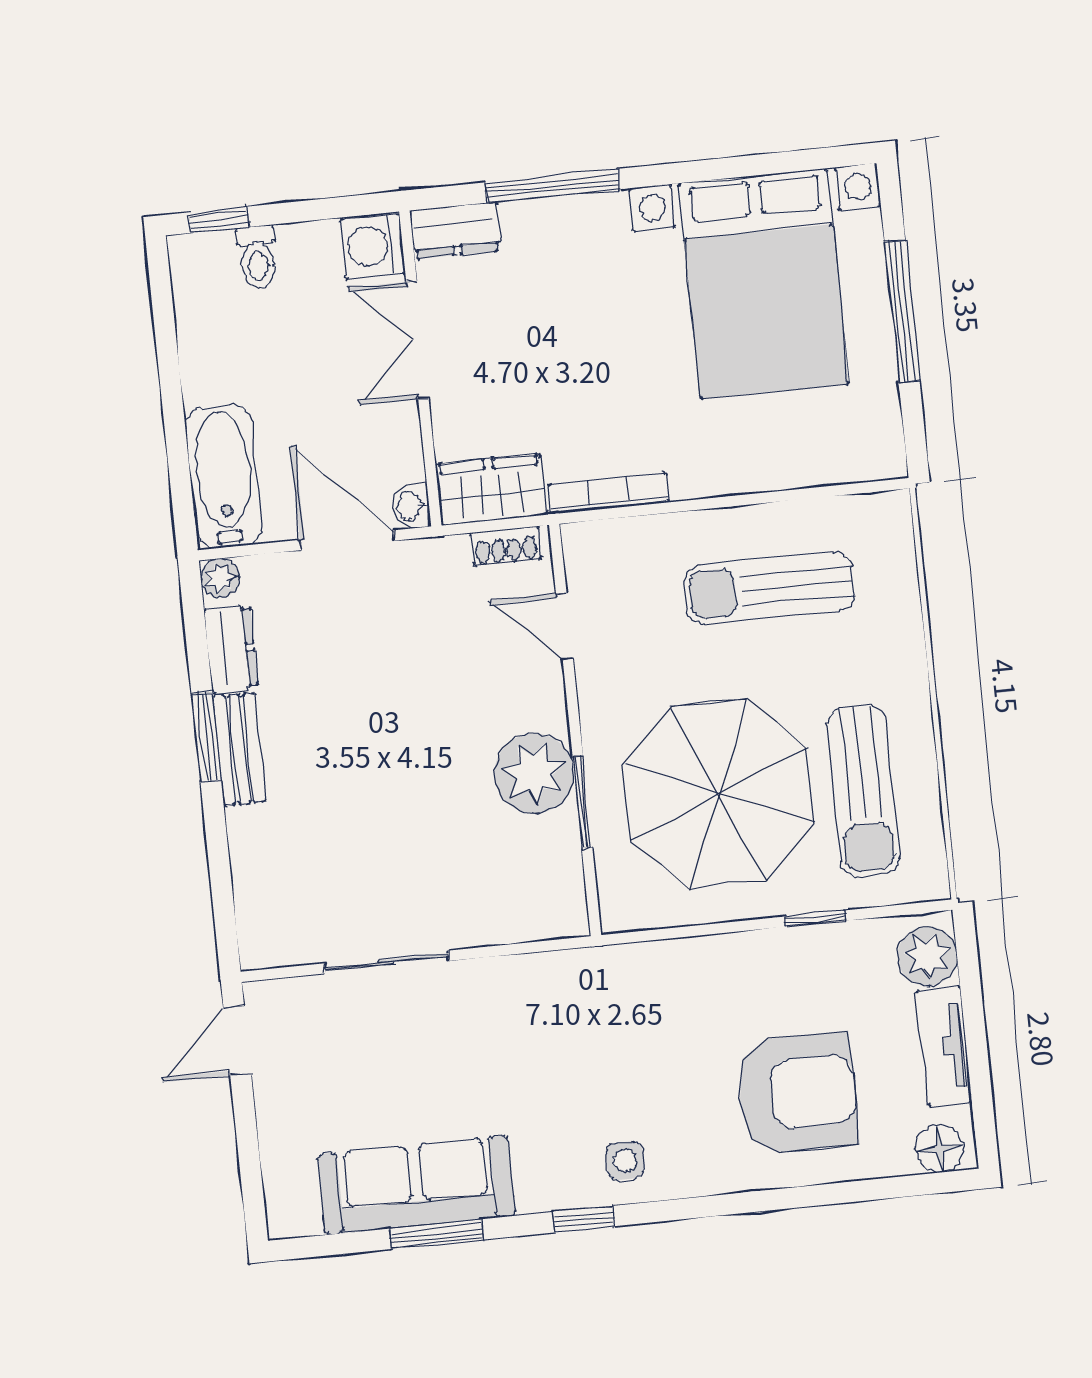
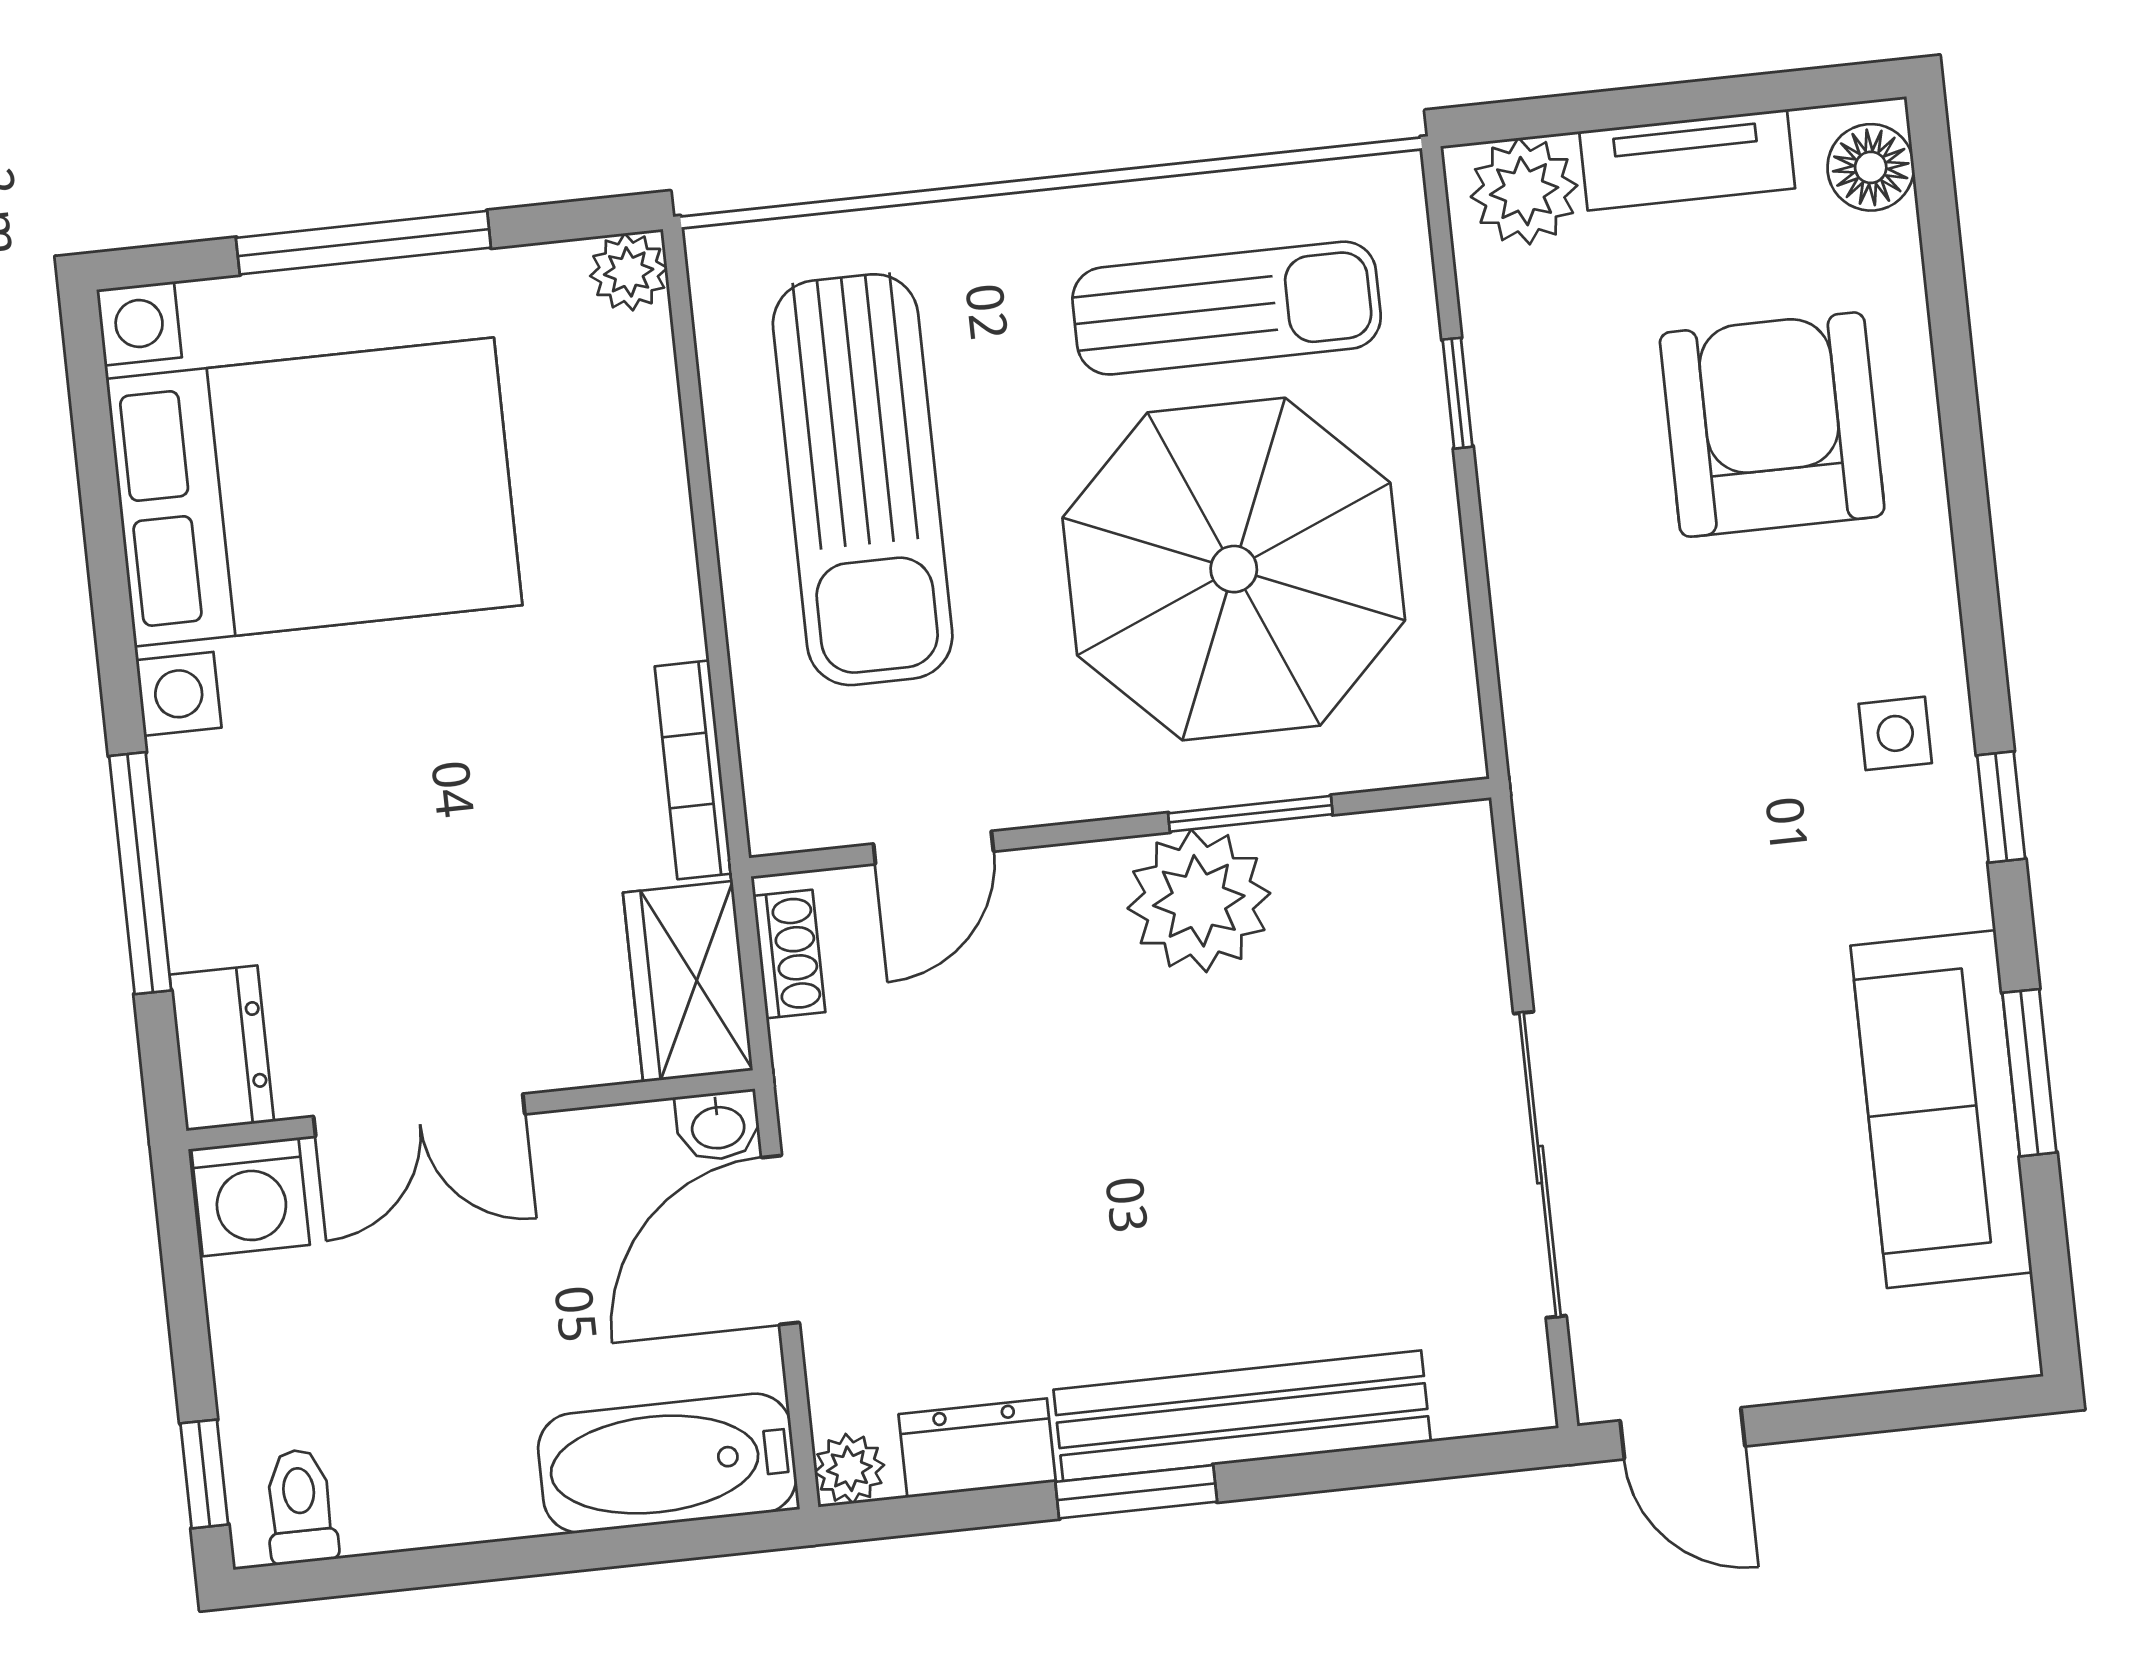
toilet: (257, 257) -> (300, 1506), moved, turned -90
plant: (885, 459) -> (629, 272), added
sun lounger: (769, 588) -> (863, 480), width x1.36, depth x1.34
bench: (239, 749) -> (1242, 1416), width x1.86, depth x1.21
sliding door: (387, 962) -> (1540, 1165), width x1.37

